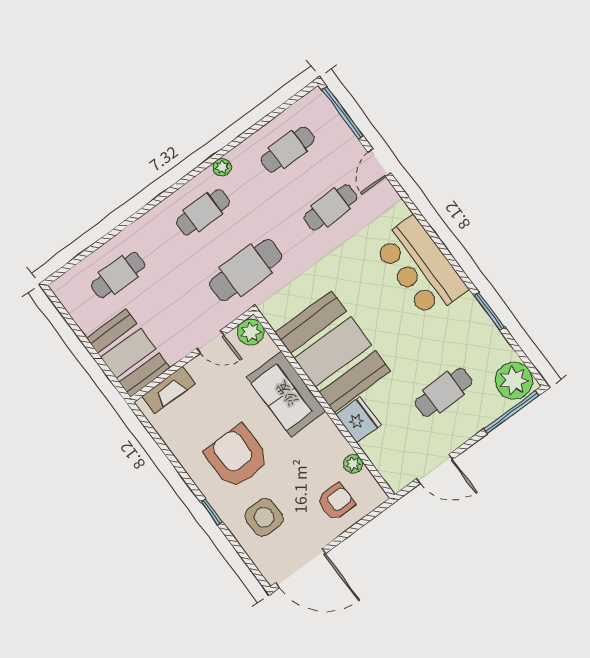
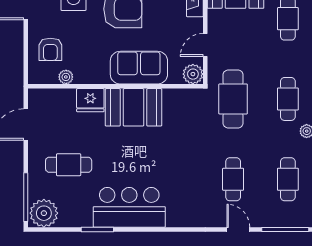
bar counter: (420, 267) -> (129, 207), moved
booth: (333, 352) -> (133, 107), width x0.73, depth x0.70
cafe table: (444, 392) -> (69, 165), turned 90

